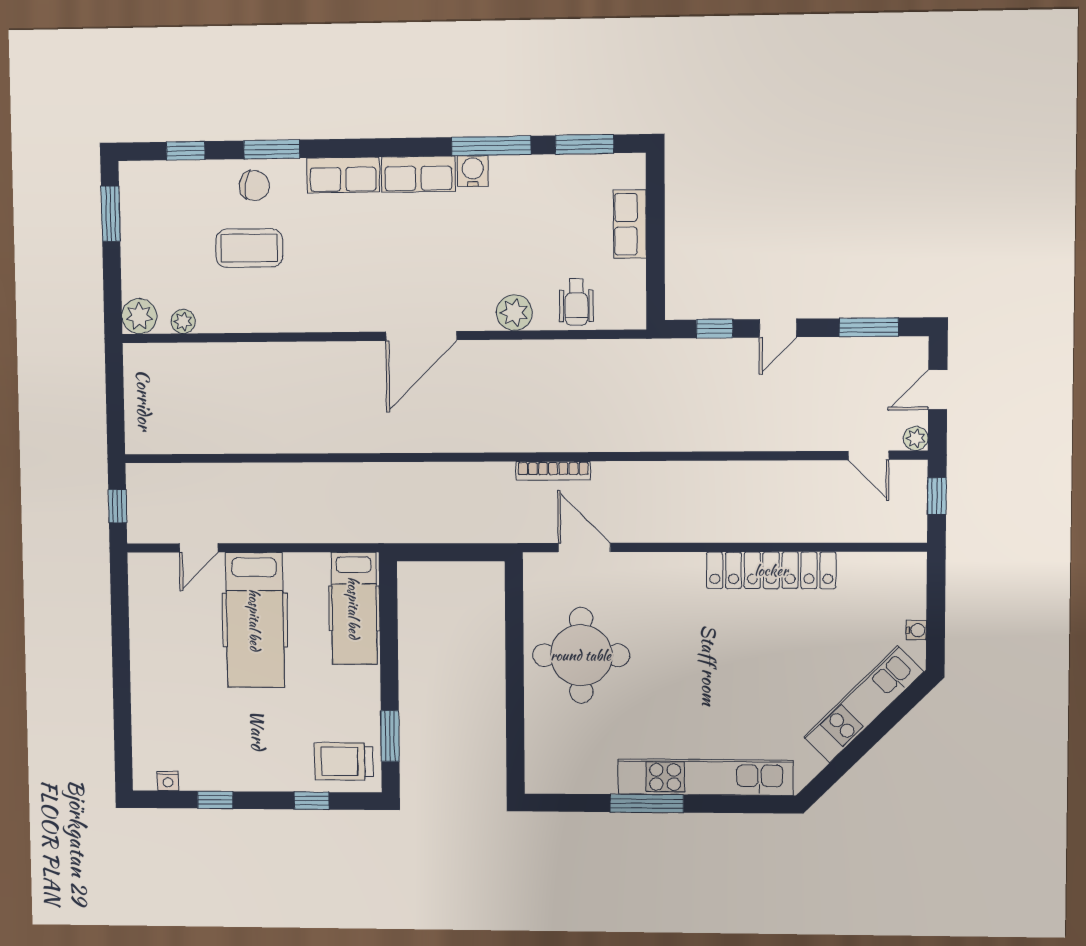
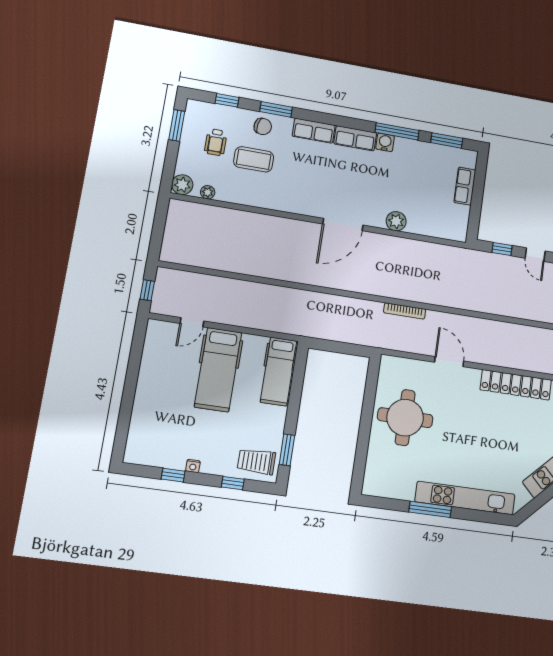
wheelchair: (576, 302) -> (216, 142), moved
door: (778, 328) -> (535, 255), hinge flipped
door: (584, 548) -> (449, 362), moved
nightstand: (168, 781) -> (193, 466), moved

